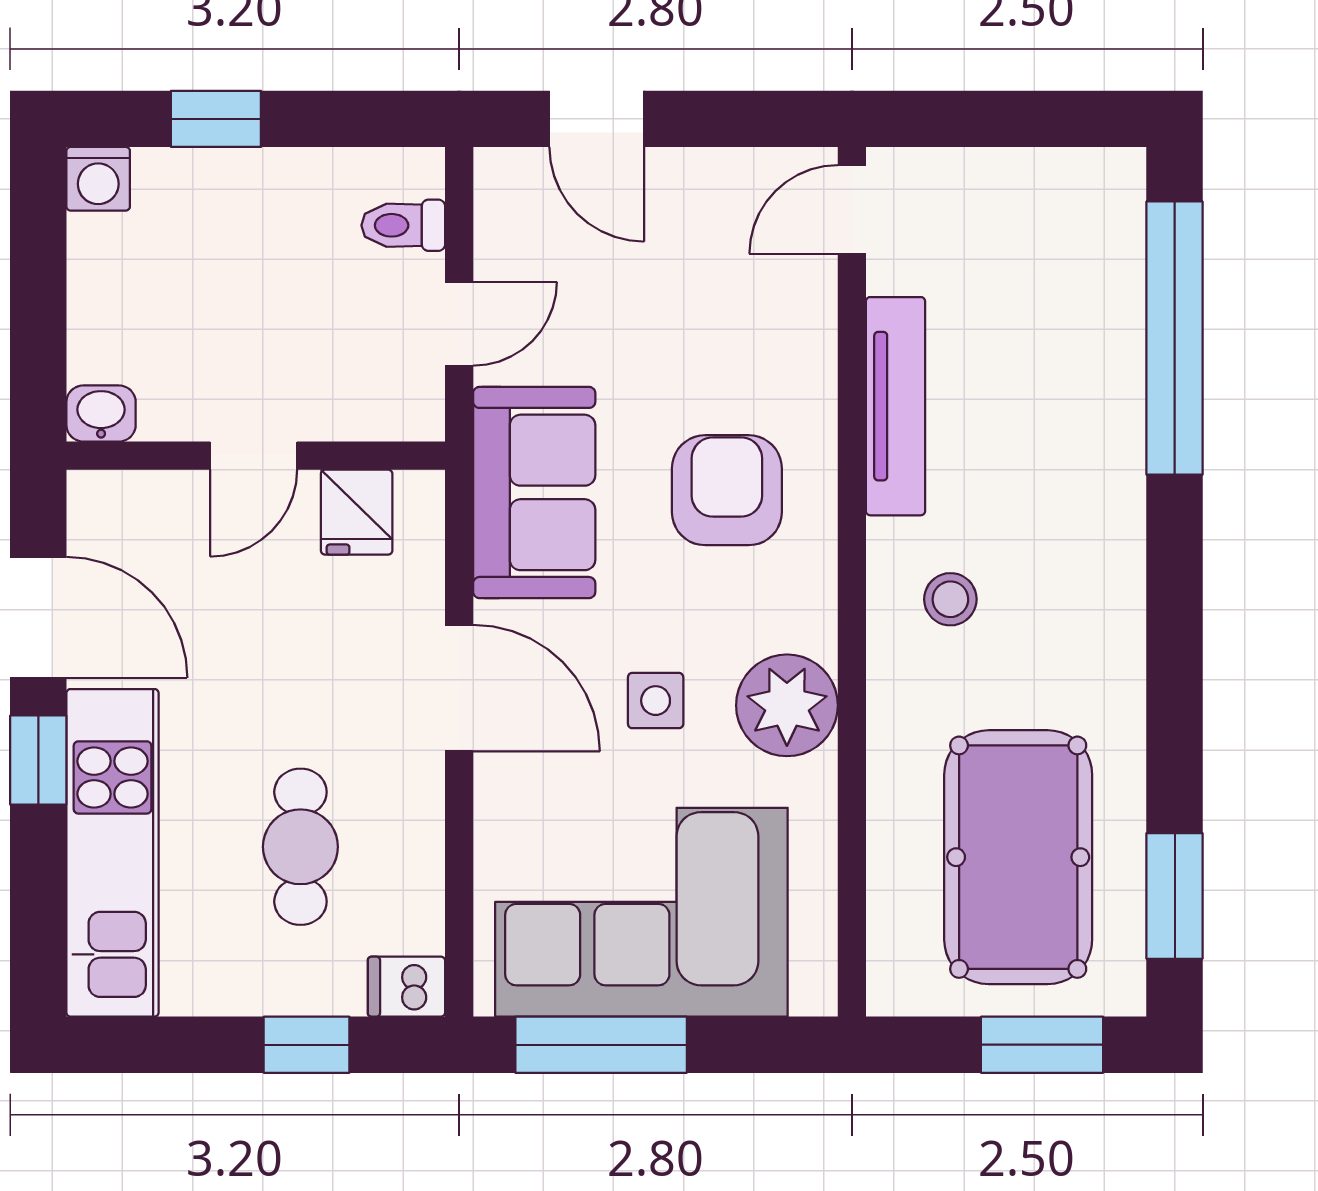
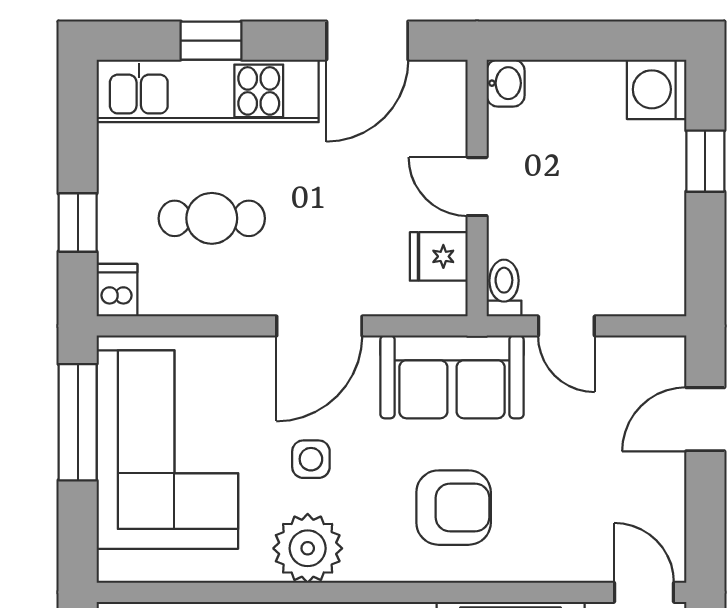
washing machine: (98, 179) -> (657, 89), width x1.38, depth x1.38
toilet: (403, 225) -> (504, 288), moved
window: (38, 760) -> (211, 41), moved

